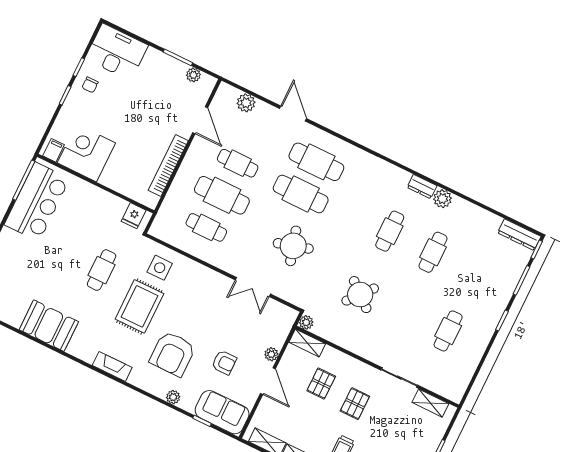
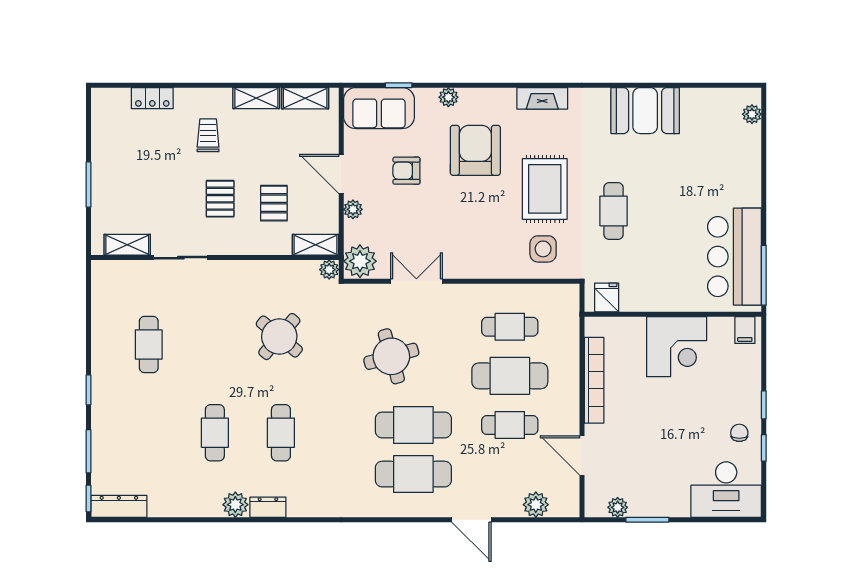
corner desk: (86, 153) -> (677, 347), moved
plant: (283, 318) -> (360, 261), added

